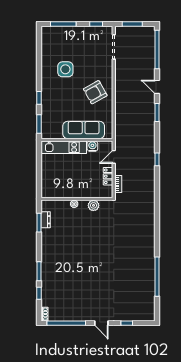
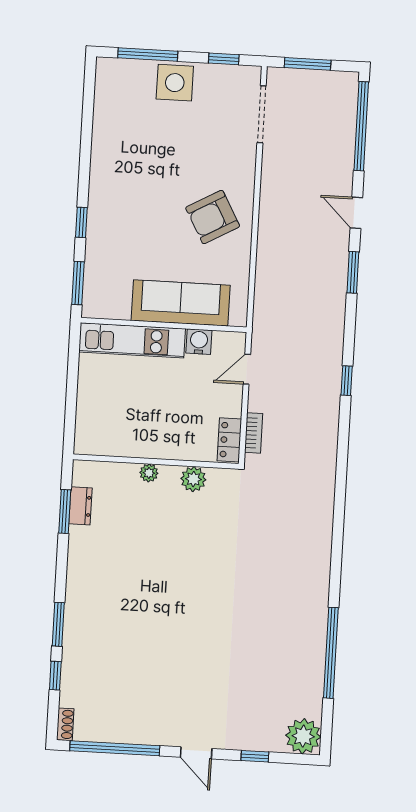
side table: (65, 69) -> (175, 83), moved
locker: (108, 176) -> (229, 440), moved
plant: (147, 313) -> (303, 736), added

